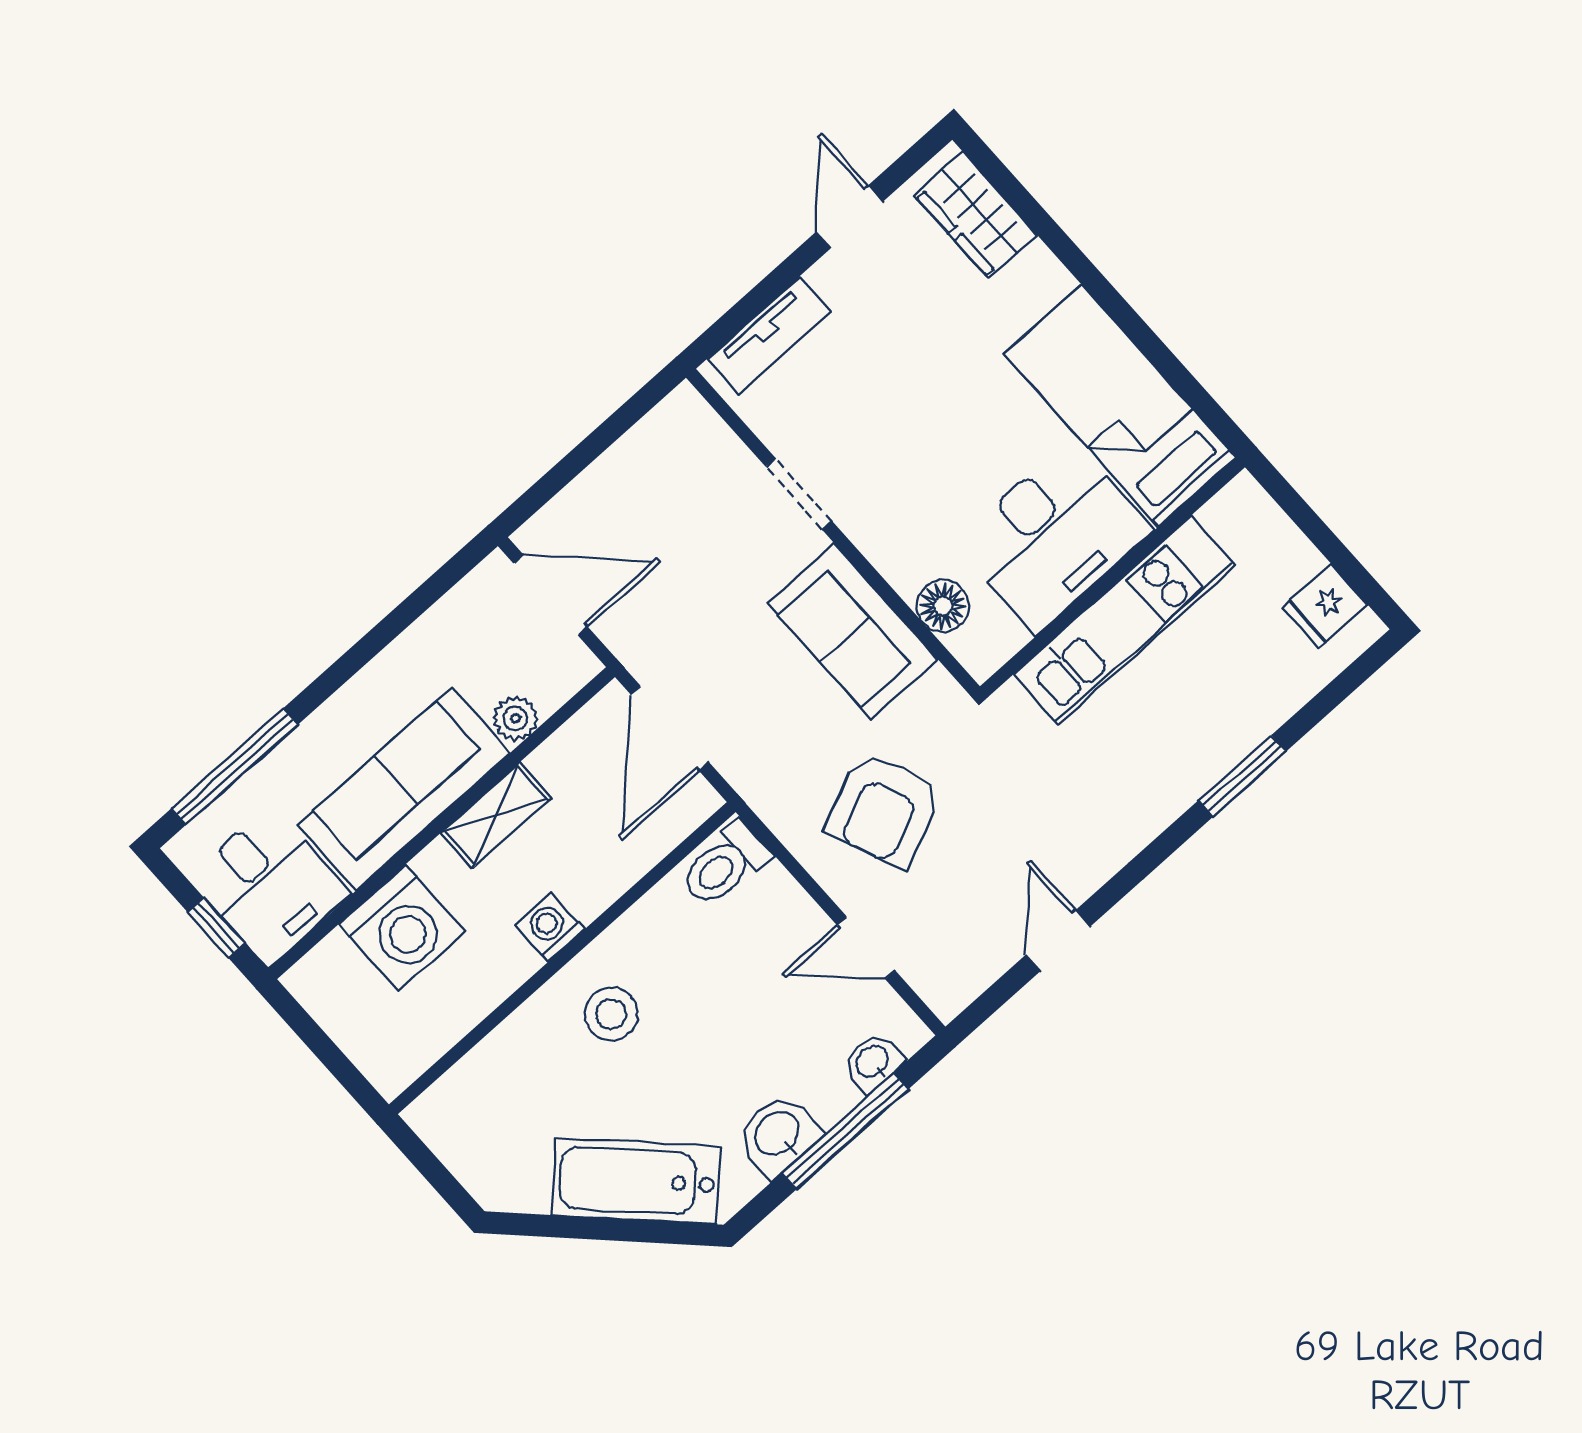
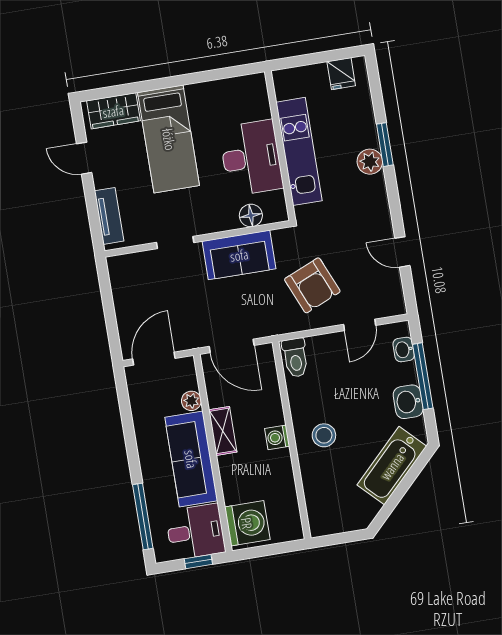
bed: (1120, 406) -> (169, 139), moved, turned -90
plant: (1191, 768) -> (370, 162), added
washing machine: (402, 928) -> (247, 523), moved

